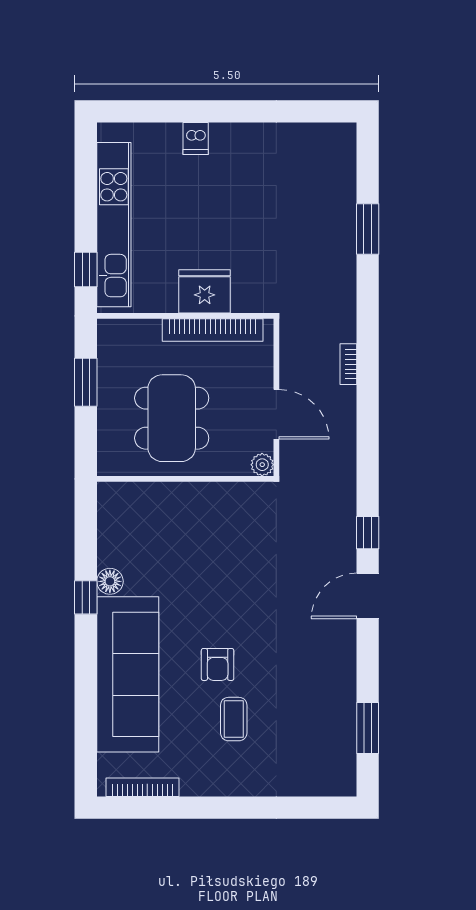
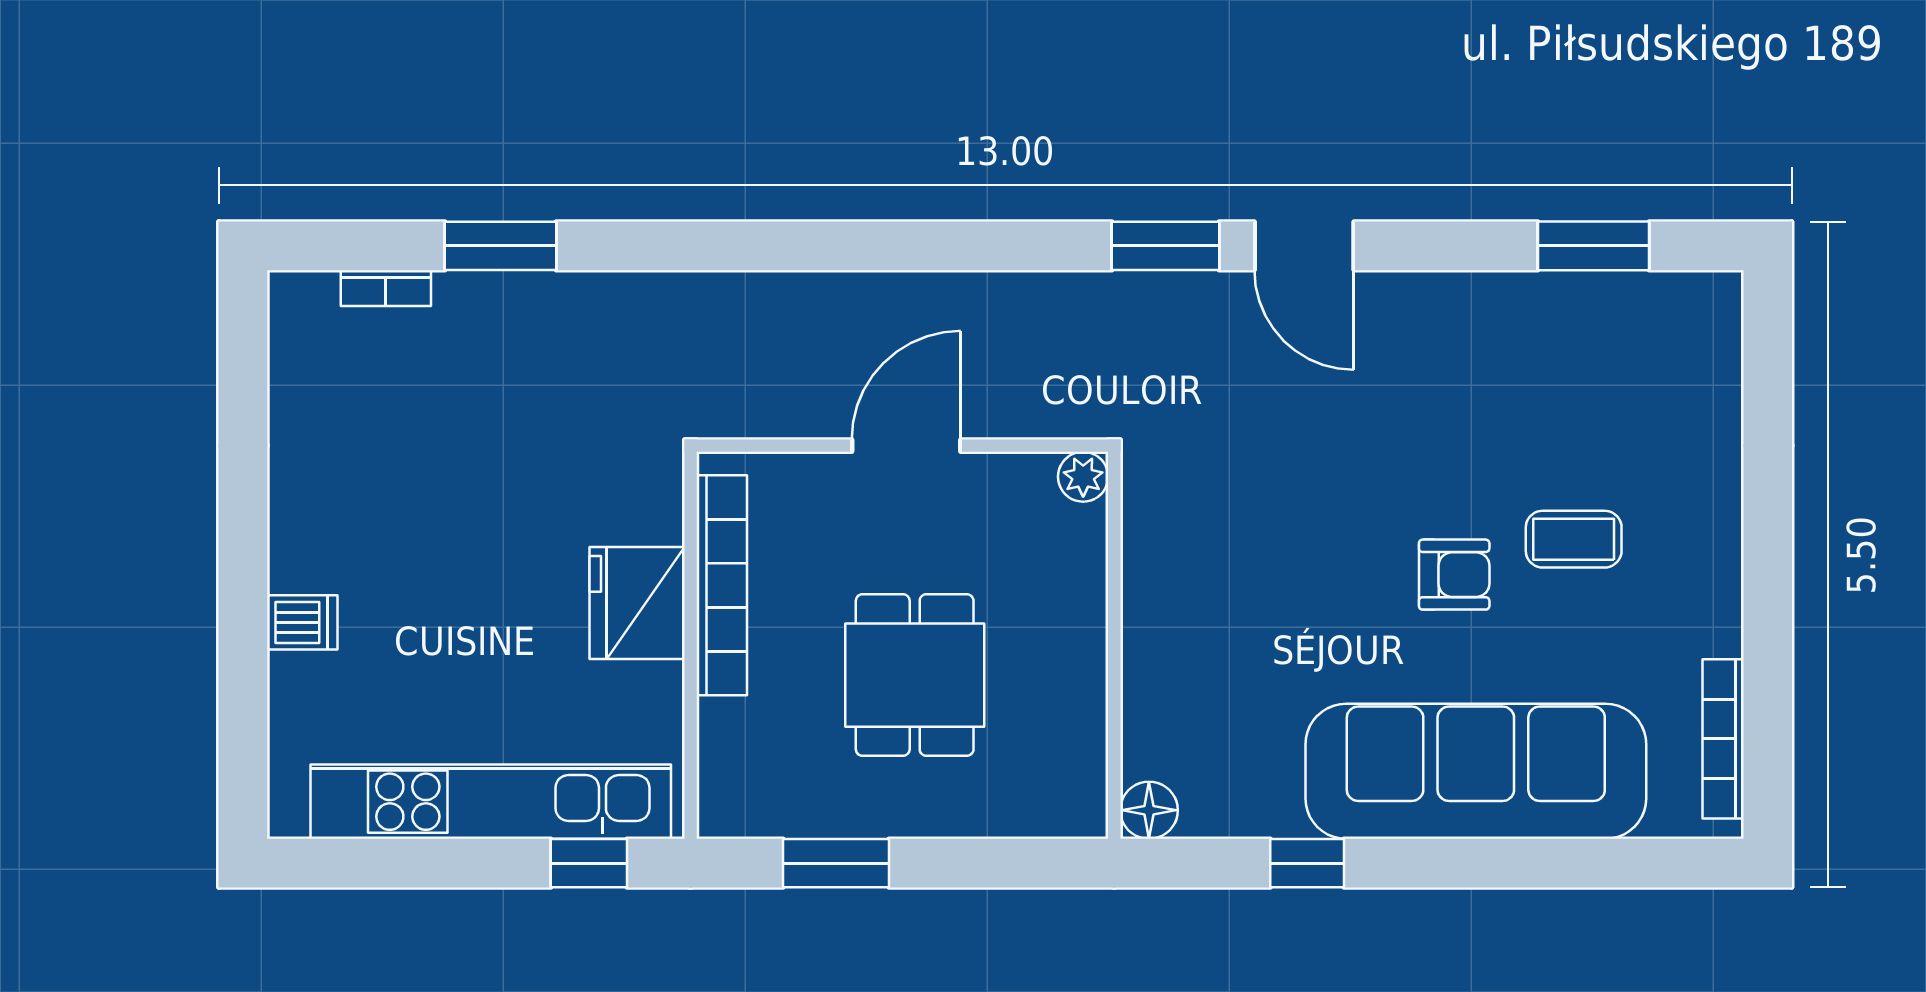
bookcase: (348, 364) -> (386, 288), moved
dining table: (172, 418) -> (915, 675), width x0.73
plant: (262, 465) -> (1083, 477), moved
wall: (185, 479) -> (1114, 645), moved
window: (368, 533) -> (1166, 246), width x1.50
floor lamp: (110, 581) -> (1149, 810), moved

